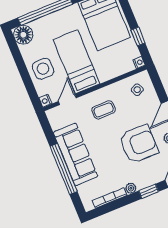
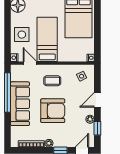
window: (138, 36) -> (97, 39), removed
door: (67, 100) -> (30, 63), hinge flipped
armchair: (138, 144) -> (53, 111), moved
window: (64, 169) -> (7, 93), moved

